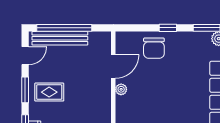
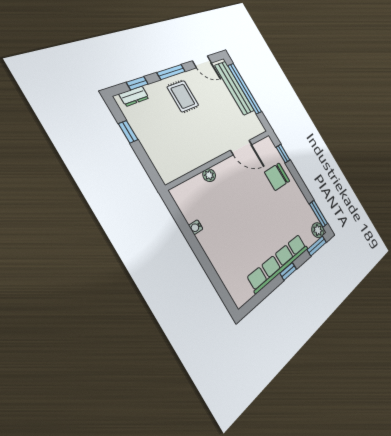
window: (168, 28) -> (283, 154), moved
plant: (121, 89) -> (209, 175), moved

